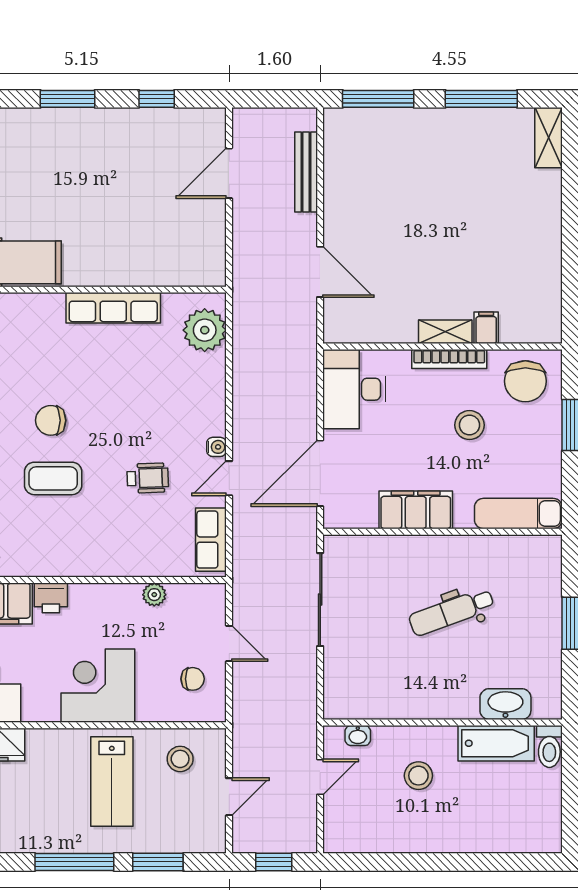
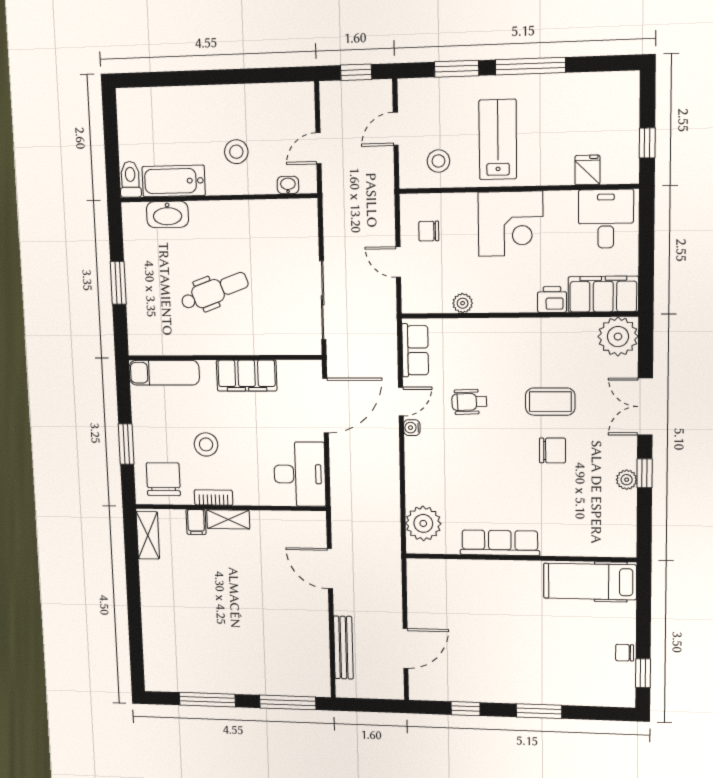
shelving: (549, 138) -> (148, 535), moved
bookcase: (449, 359) -> (214, 497), width x0.64

